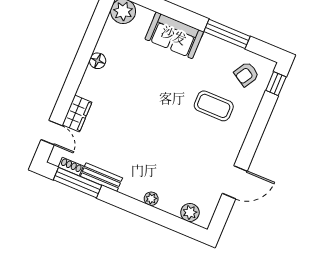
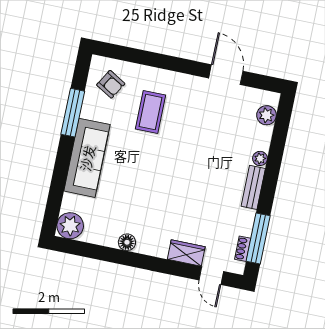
sofa: (174, 35) -> (87, 158), width x1.36
window: (276, 84) -> (115, 52), removed
door: (52, 133) -> (211, 276), swing flipped
bench: (101, 177) -> (253, 187), moved

